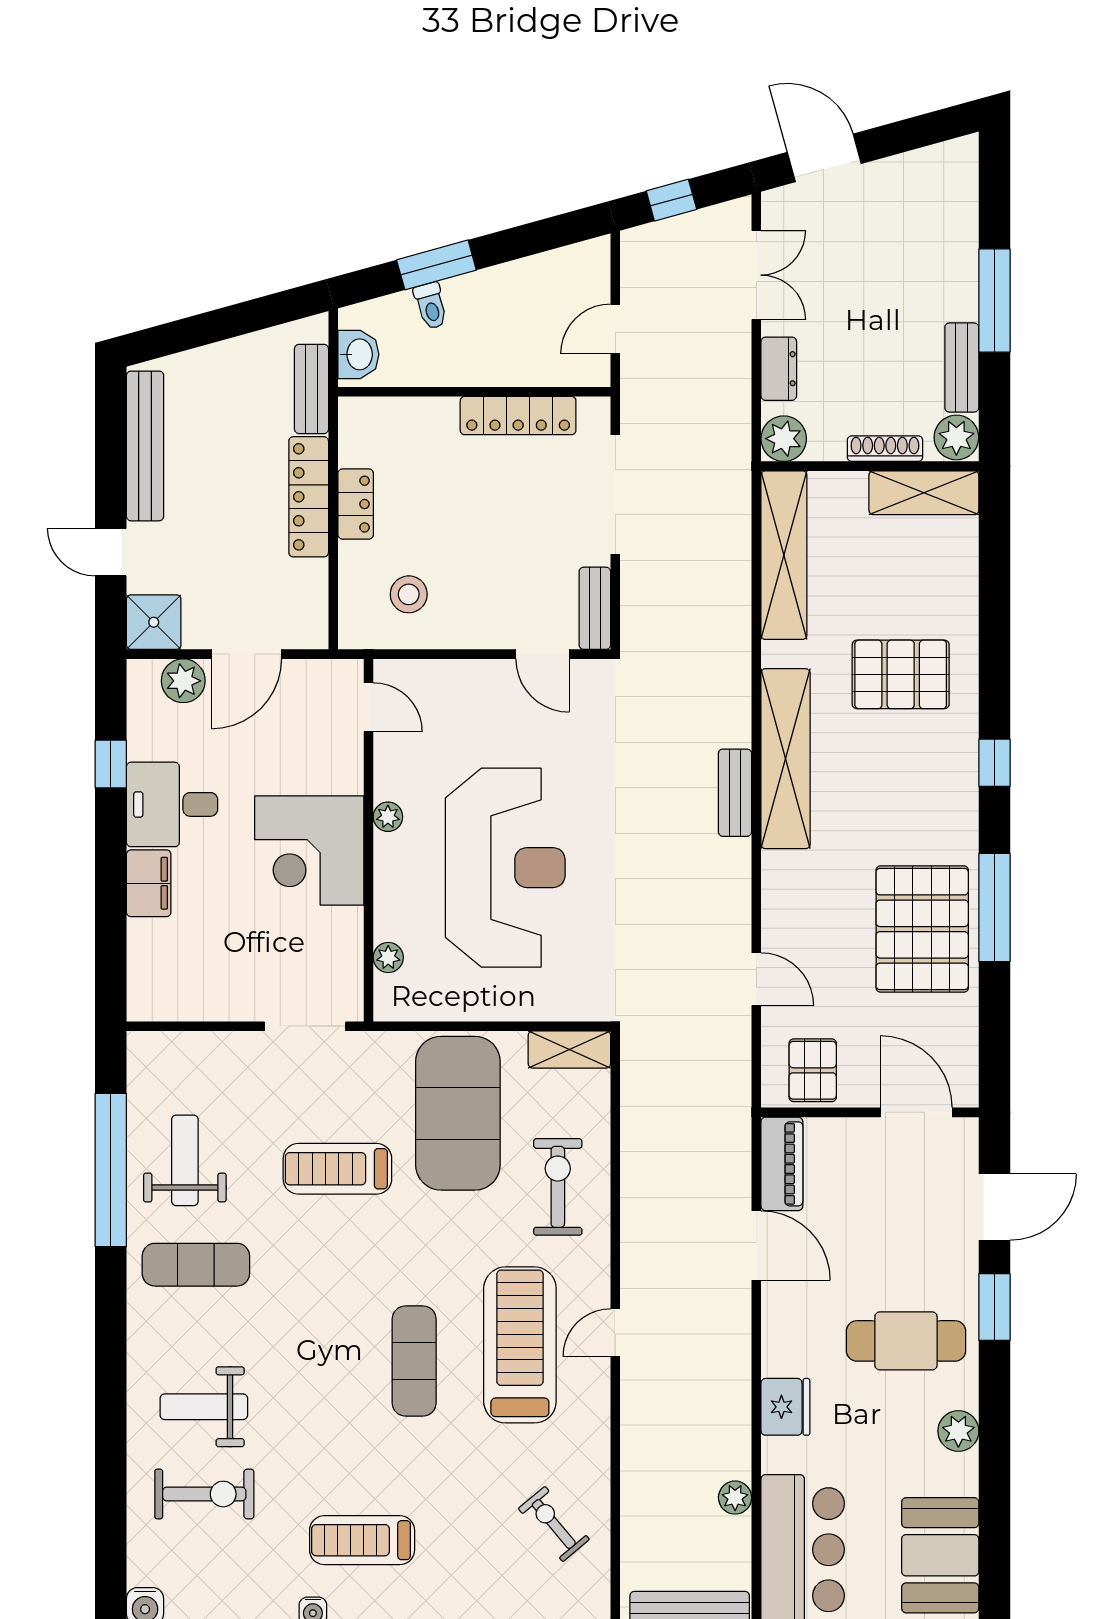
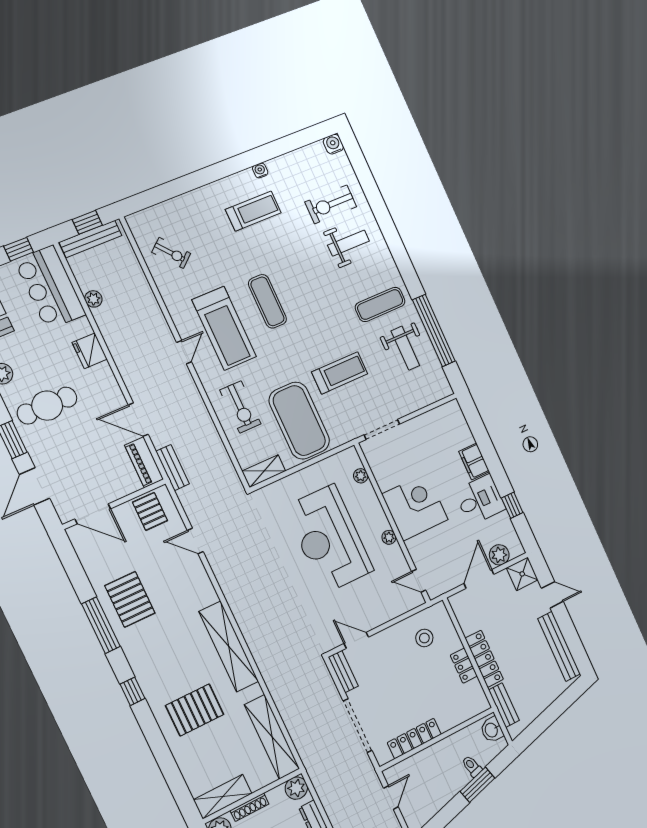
bench: (735, 793) -> (173, 468), moved
pallet: (922, 929) -> (130, 599), width x0.73, depth x0.71

